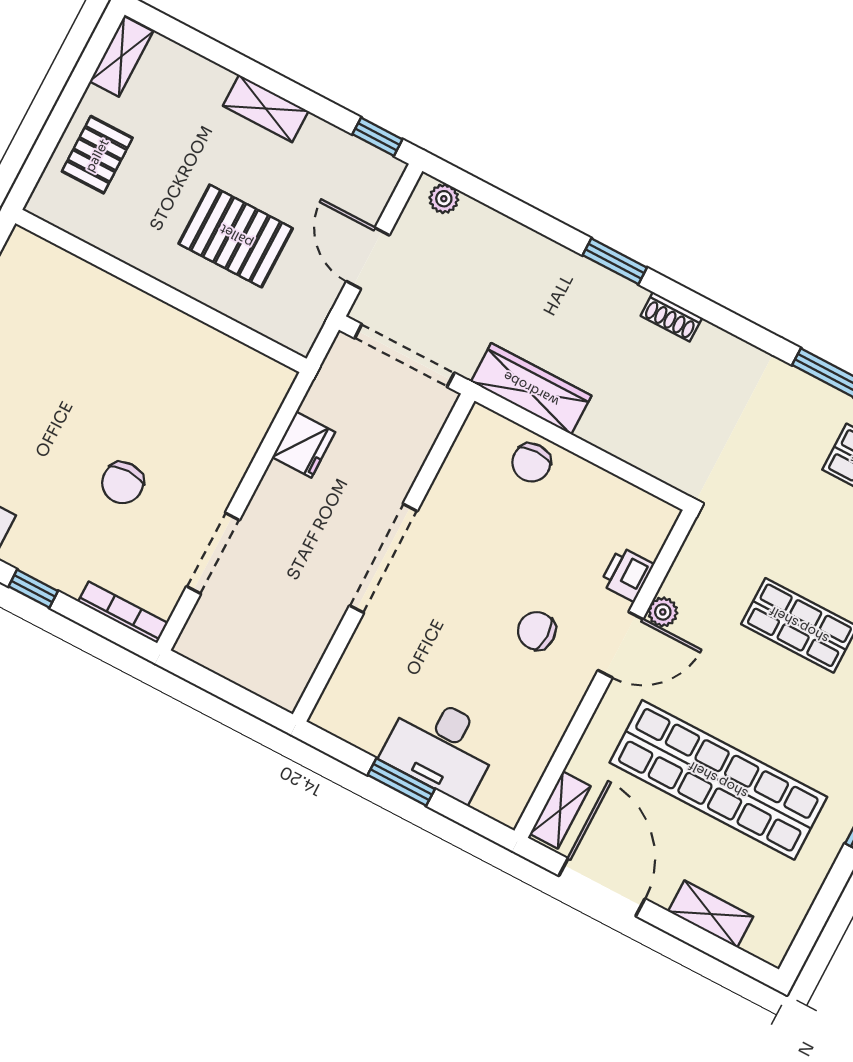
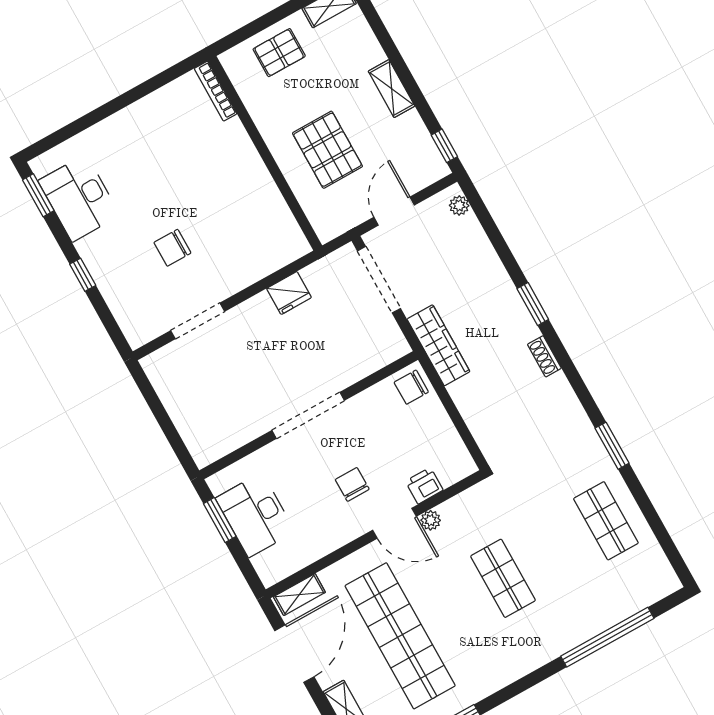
doorway: (383, 558) -> (308, 415), moved
wall: (384, 558) -> (309, 415), moved
bookcase: (123, 612) -> (216, 91), moved, turned 180

